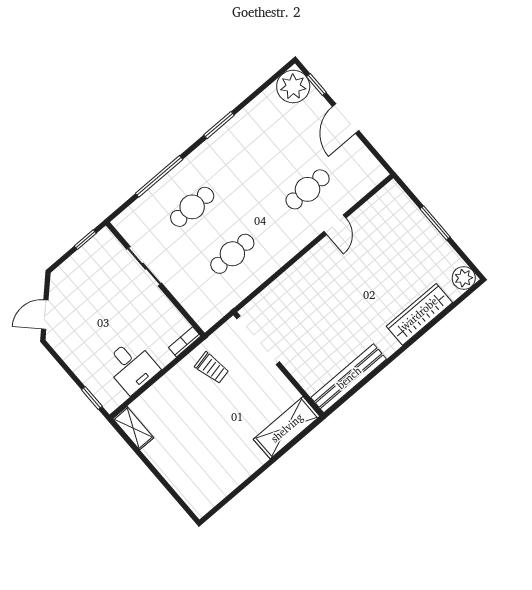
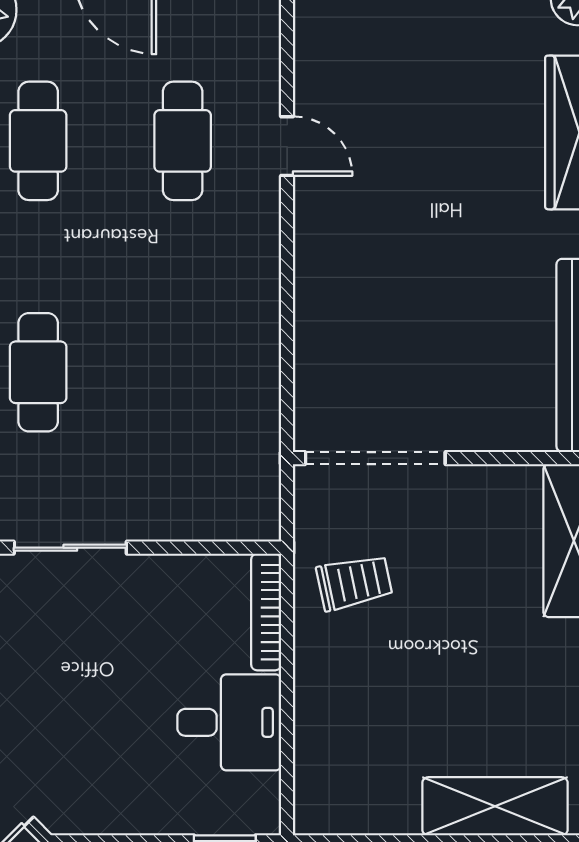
cafe table: (232, 254) -> (38, 141), moved
bookcase: (185, 342) -> (266, 612), width x1.56
shelving: (133, 428) -> (495, 806), moved, width x1.50, depth x1.33

